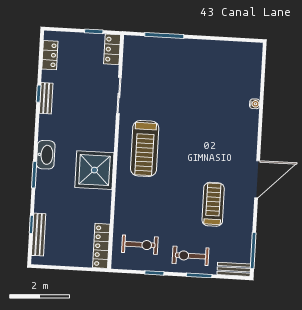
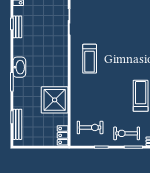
treadmill: (145, 148) -> (90, 59), width x0.73, depth x0.73
shower: (94, 170) -> (55, 100), moved
locker: (101, 246) -> (63, 135), width x0.66

